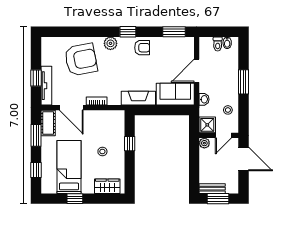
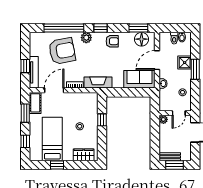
window: (83, 32) -> (64, 28), added
floor lamp: (178, 45) -> (142, 39), added
fireplace: (138, 98) -> (98, 83), moved
door: (71, 108) -> (54, 90), swing flipped
shower: (207, 125) -> (185, 63), moved

